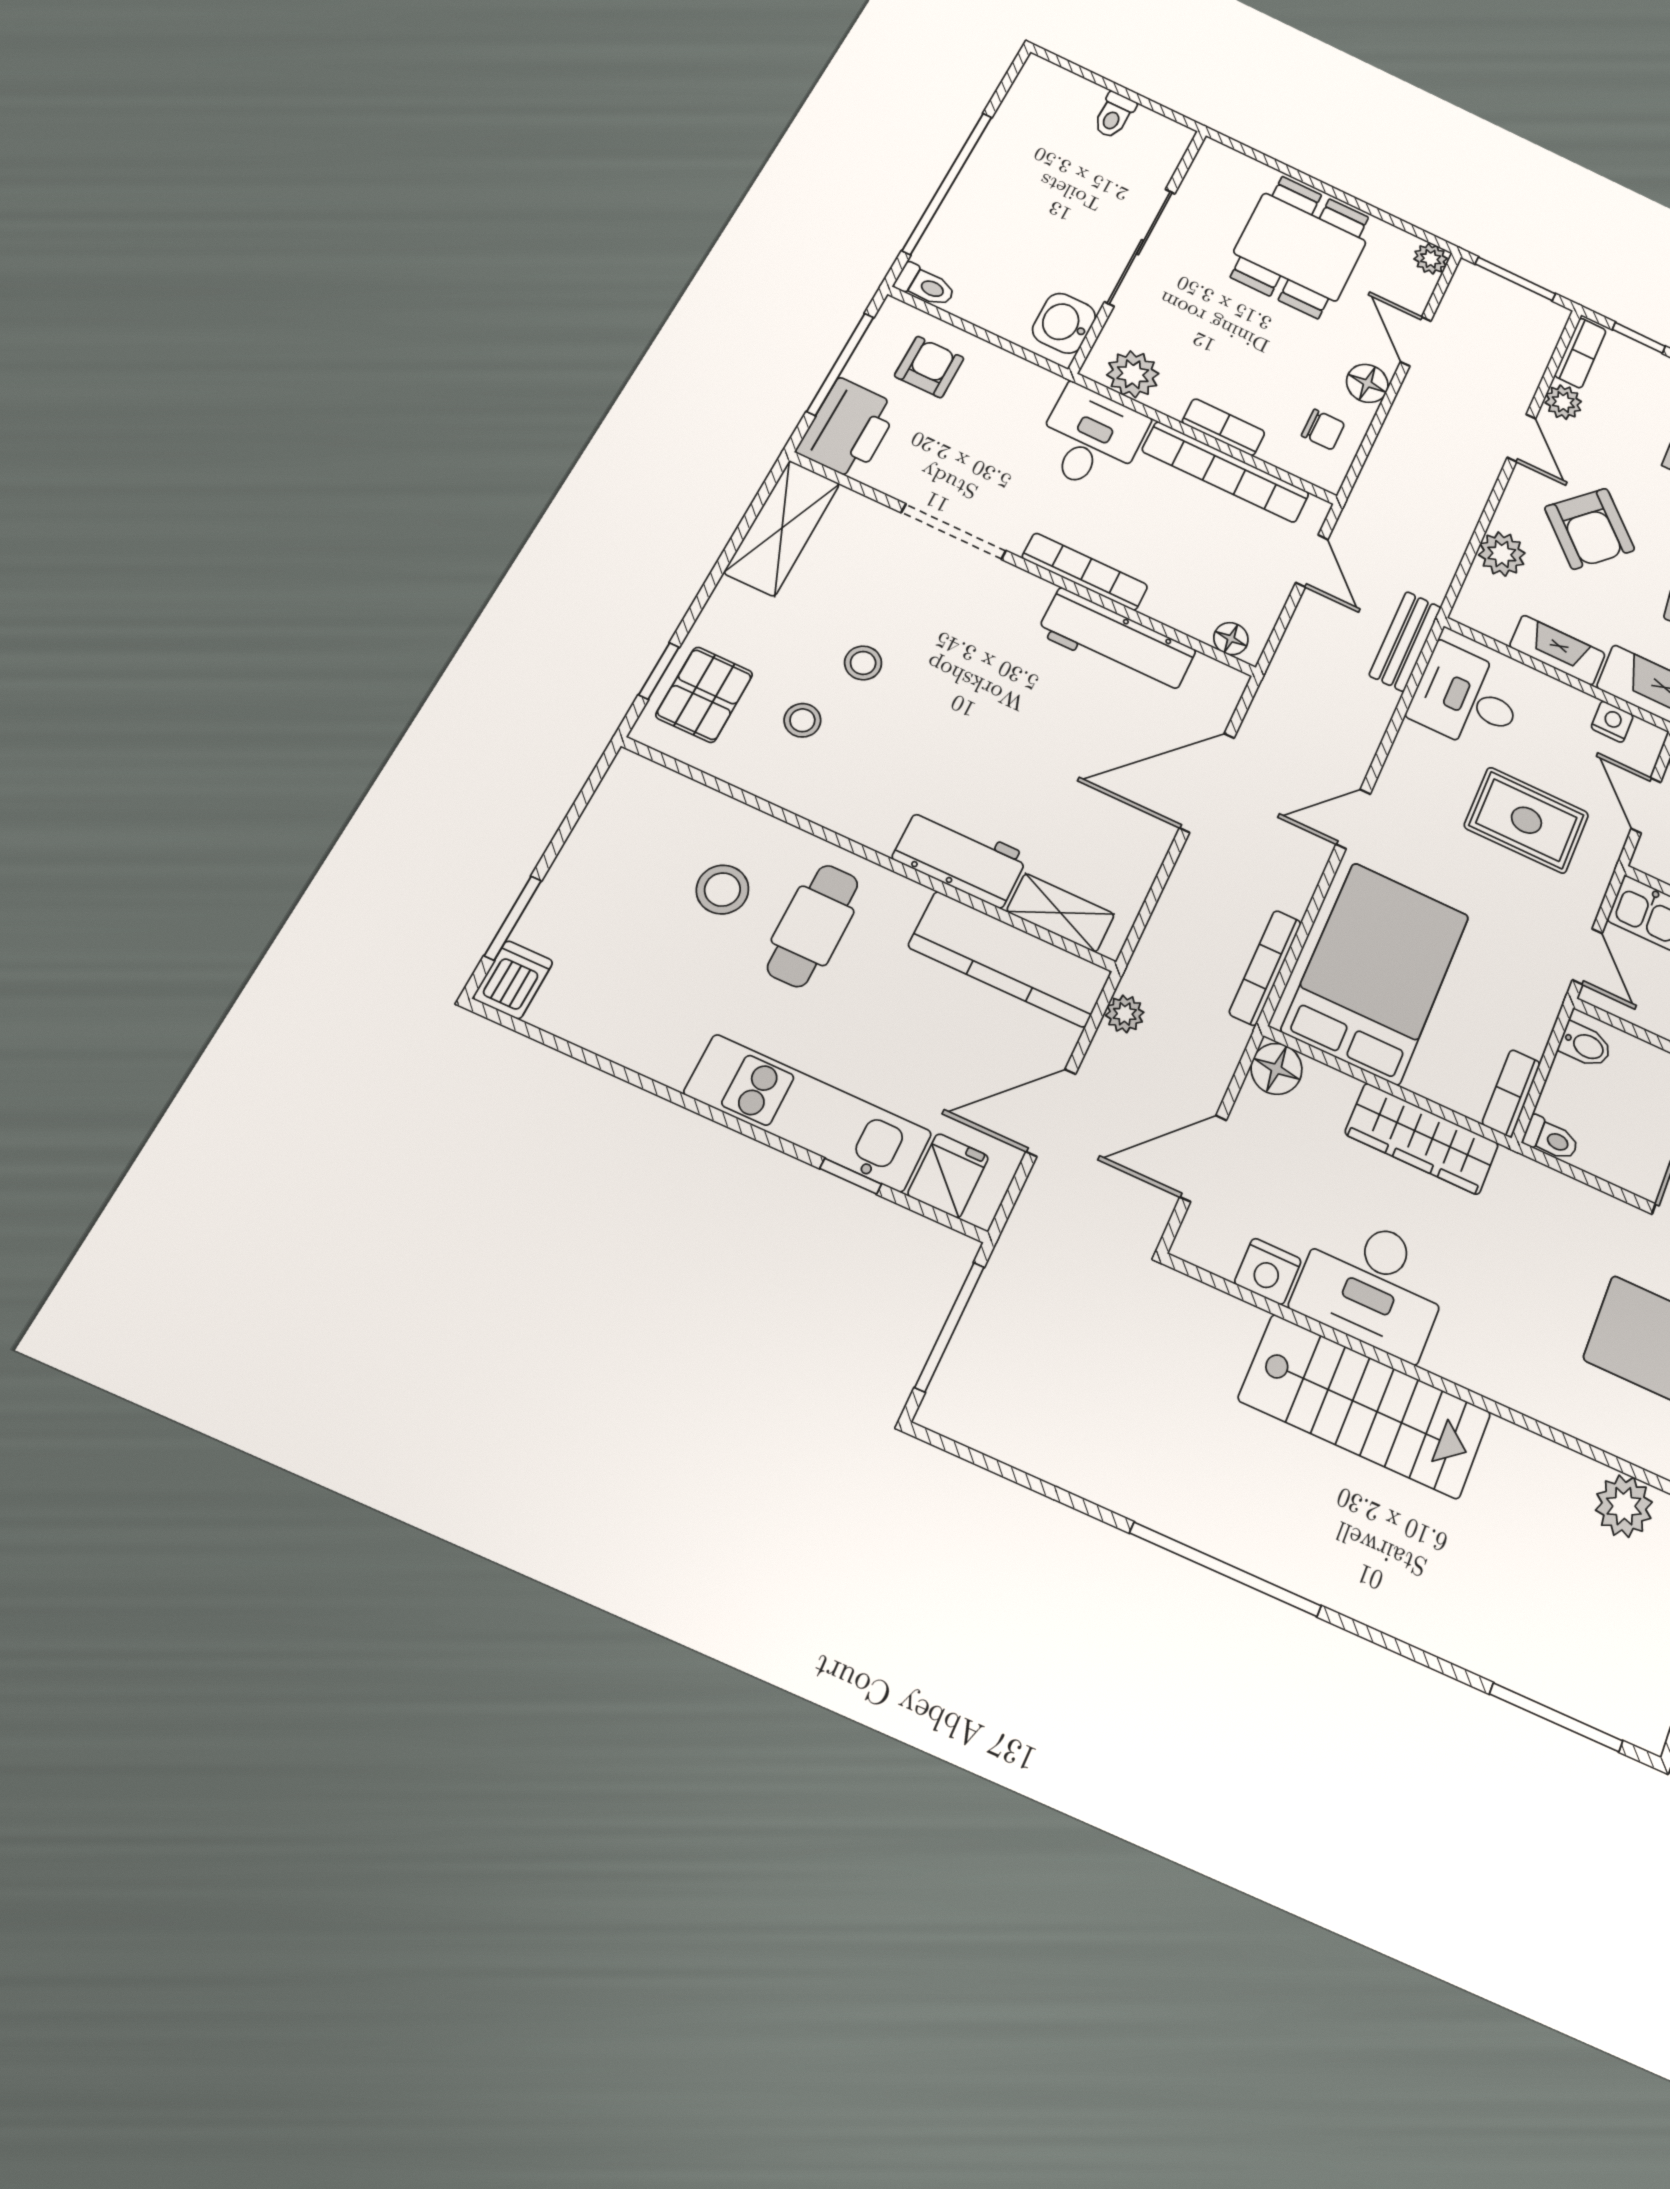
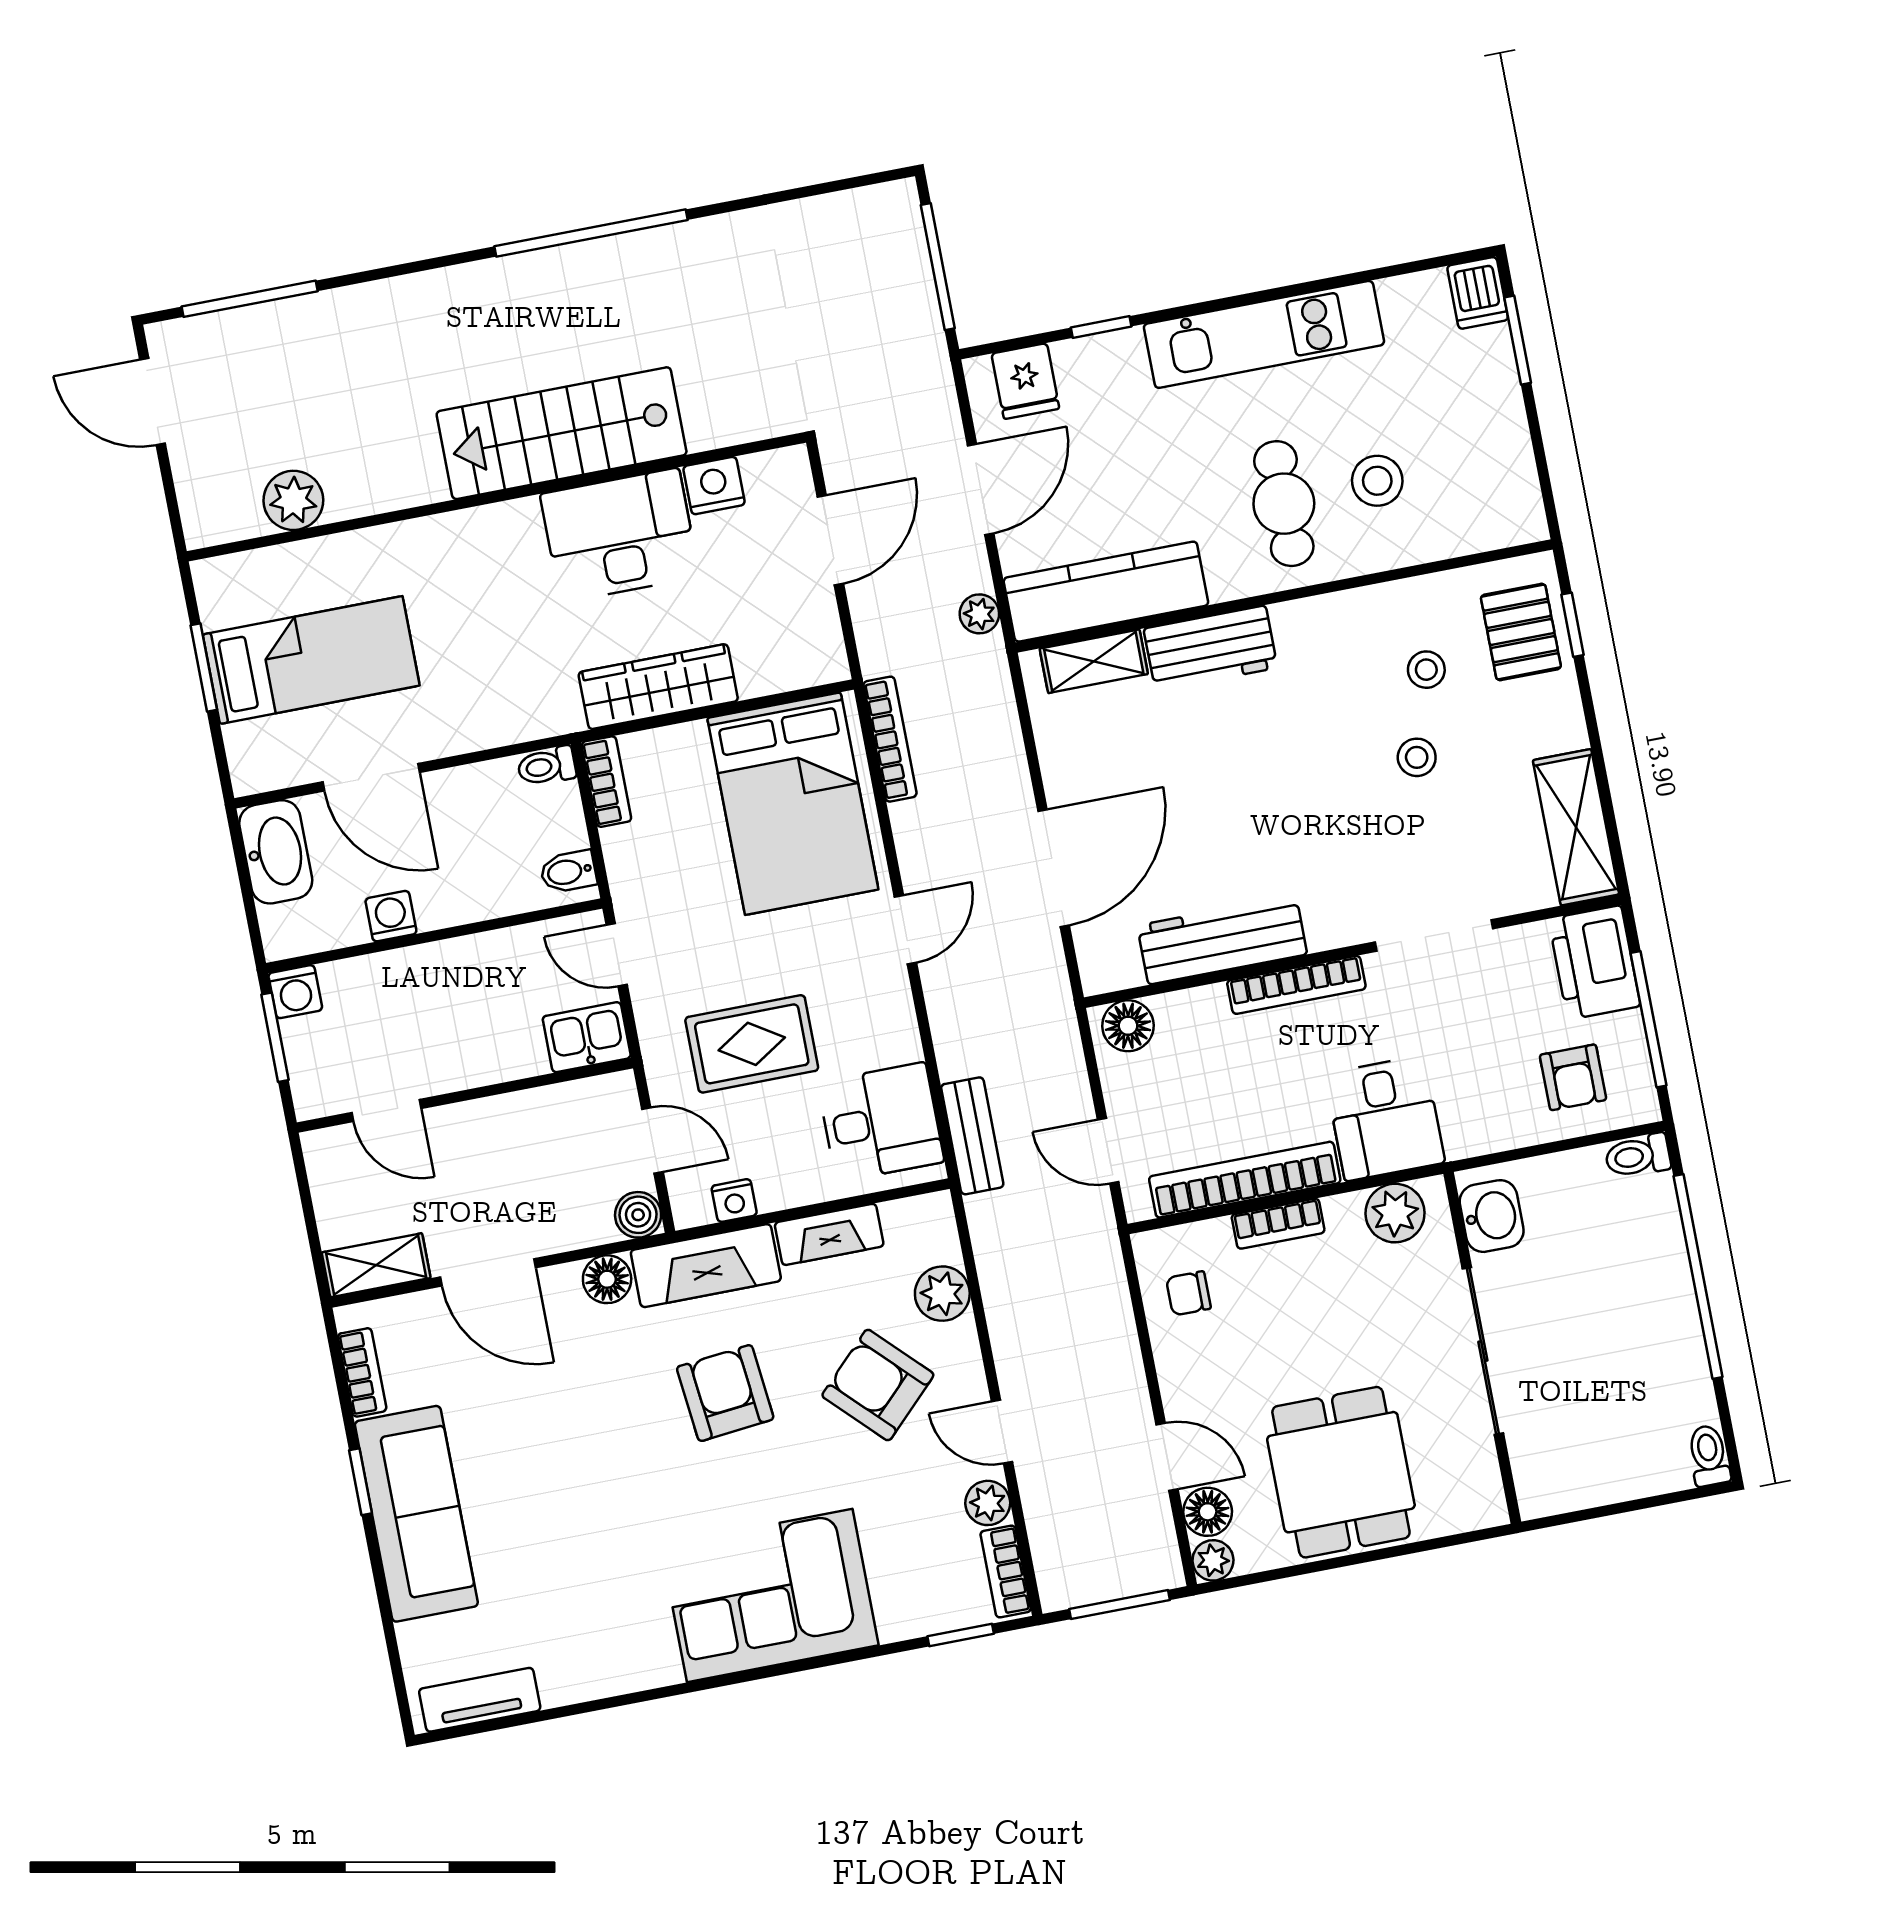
toilet: (1114, 115) -> (1709, 1456), moved
floor lamp: (1367, 383) -> (1208, 1512), moved
floor lamp: (1231, 639) -> (1128, 1026), width x1.37, depth x1.37
floor lamp: (1276, 1069) -> (821, 658), removed
kitchen unit: (808, 1113) -> (1264, 334), moved

